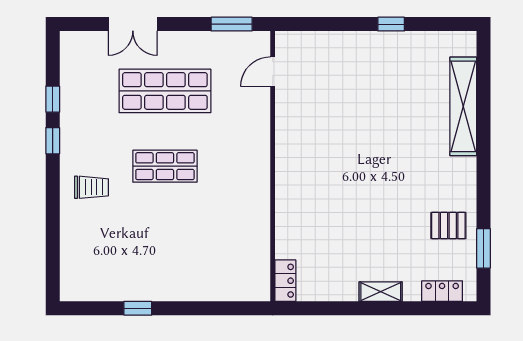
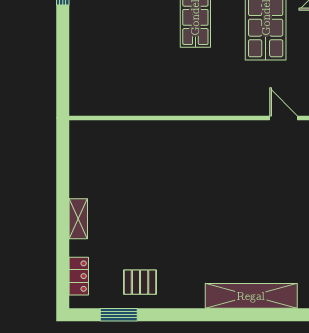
pallet: (448, 226) -> (140, 282), turned 90
locker: (285, 281) -> (89, 130), removed

